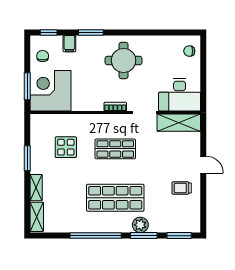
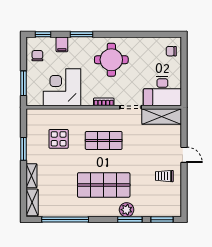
corner desk: (51, 91) -> (62, 87), moved
window: (96, 236) -> (65, 220), moved

